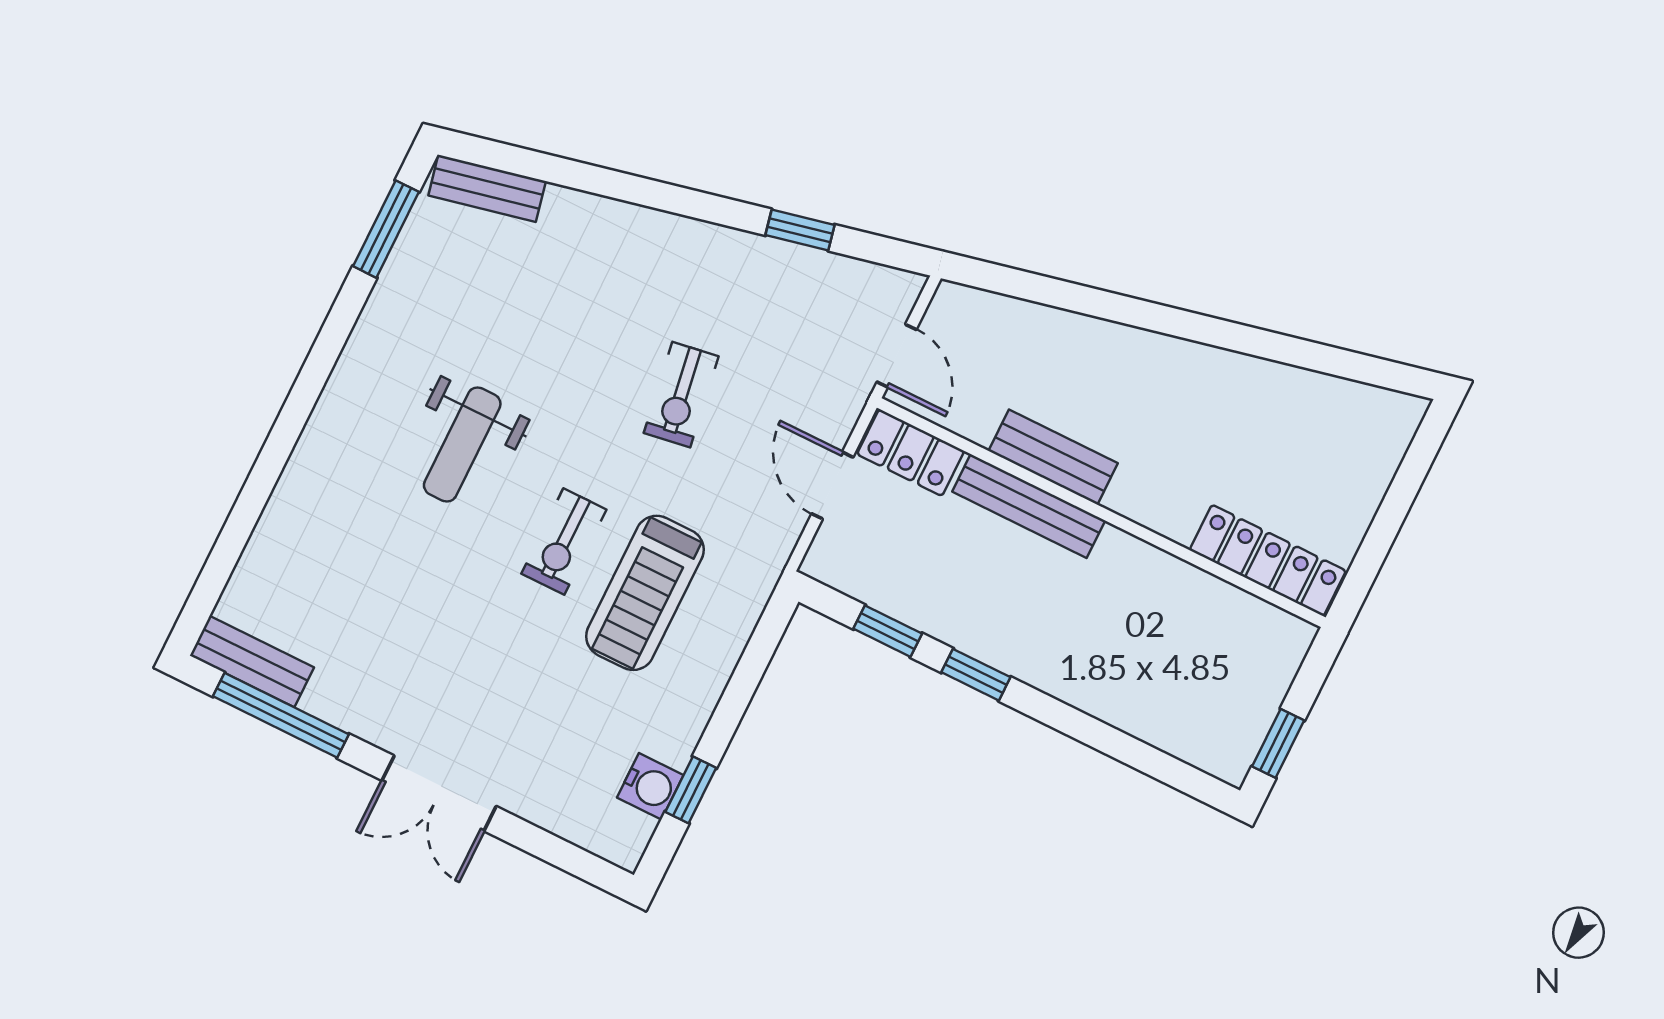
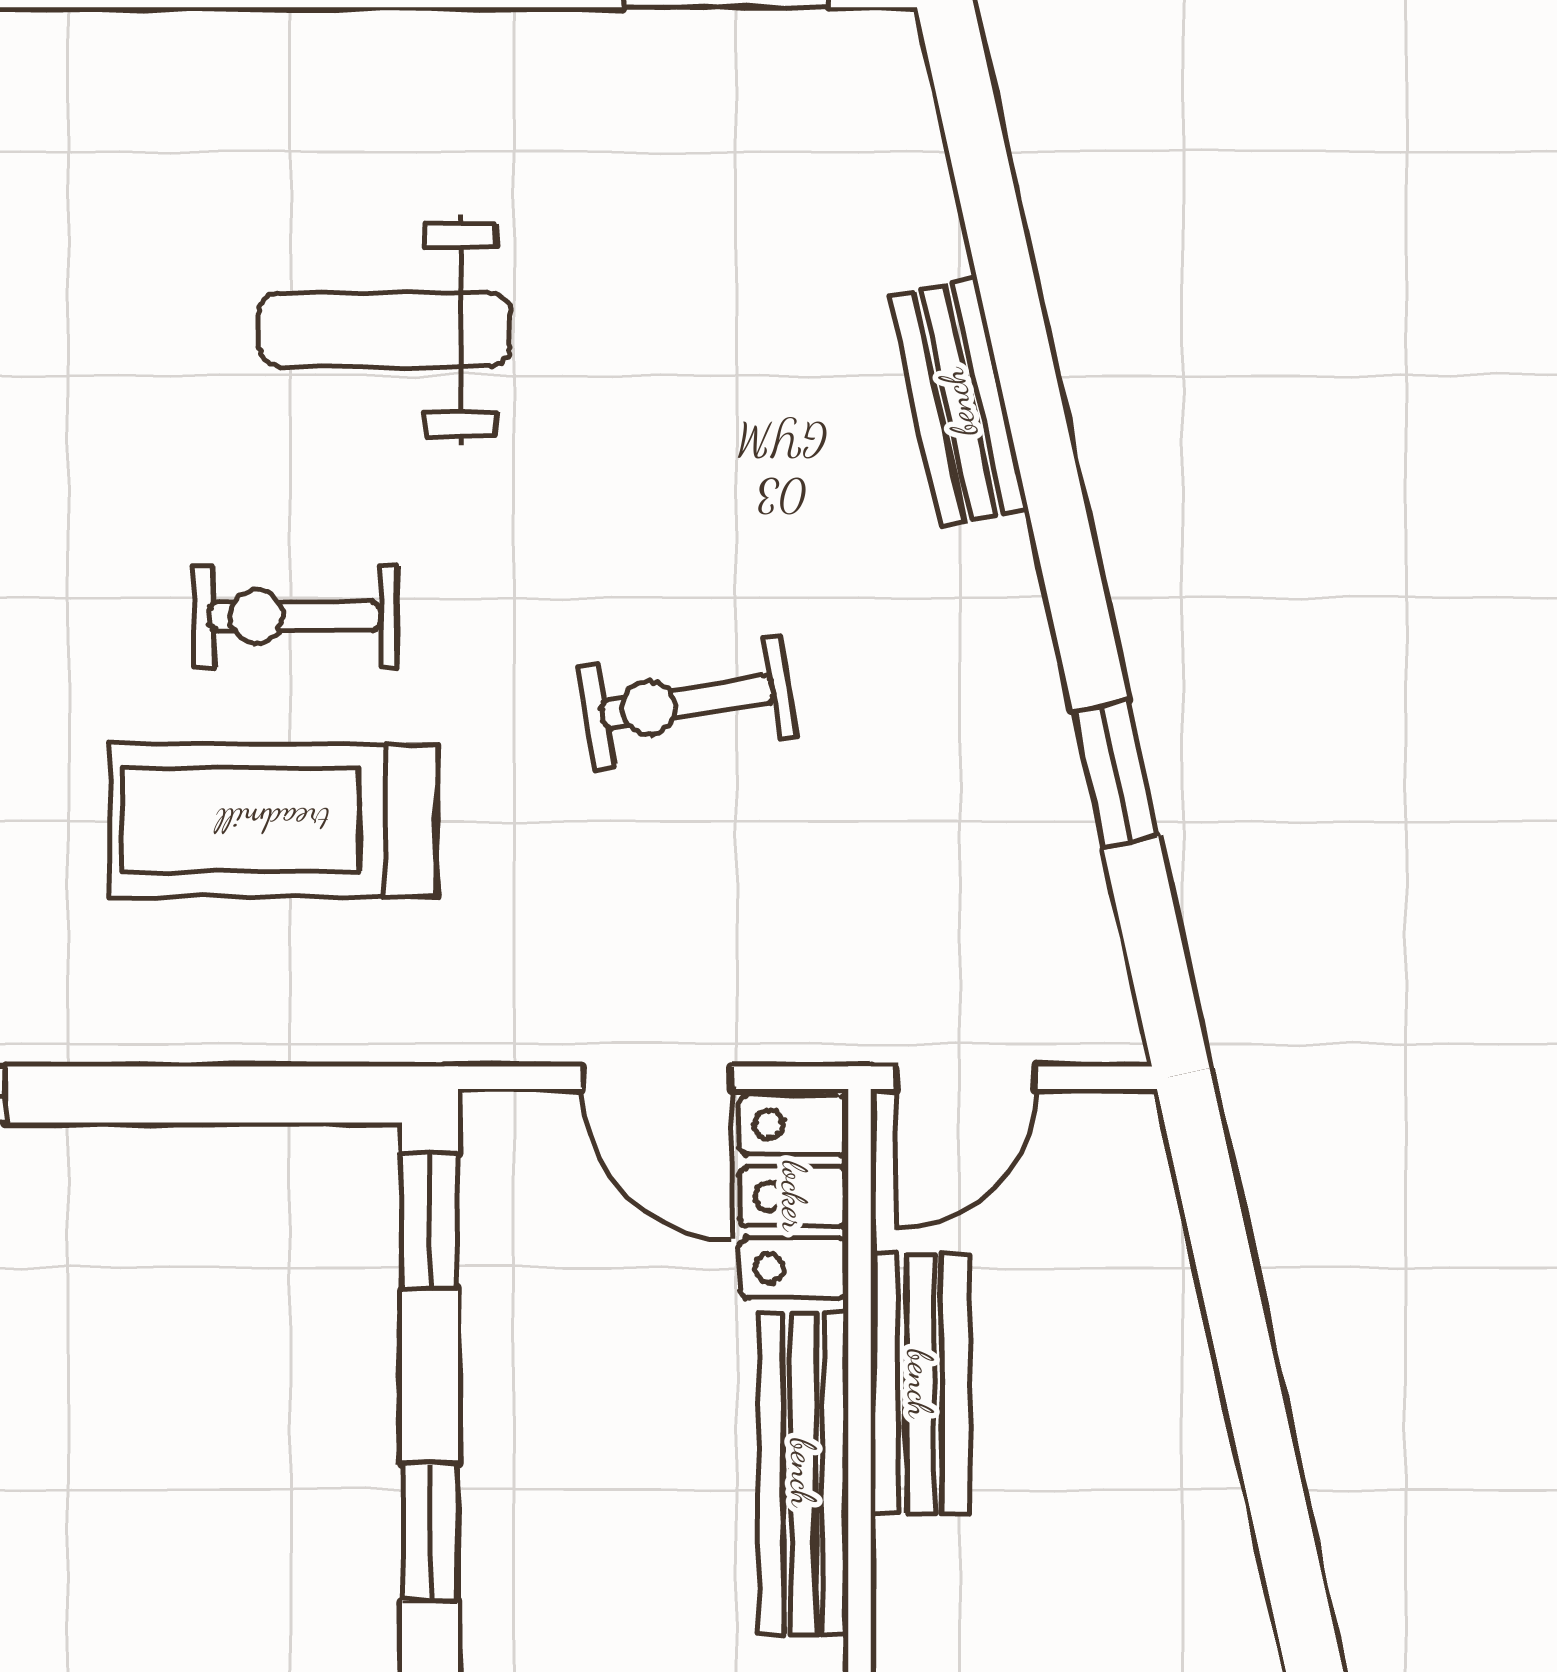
bench: (487, 188) -> (958, 402), moved
bench: (1053, 457) -> (920, 1384), moved
door: (832, 485) -> (657, 1078), swing flipped
window: (888, 631) -> (430, 1221), moved

